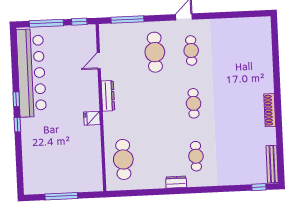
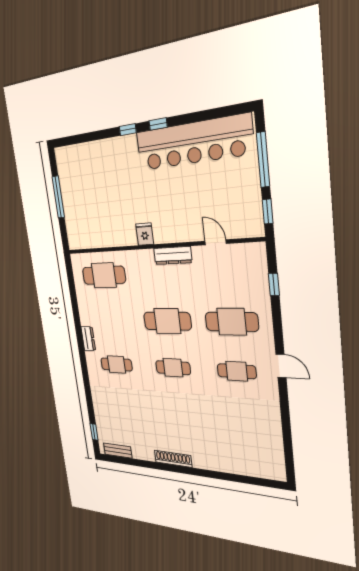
window: (127, 20) -> (274, 284), width x0.46
cafe table: (157, 105) -> (167, 321), added
bench: (272, 164) -> (118, 451), width x0.73

